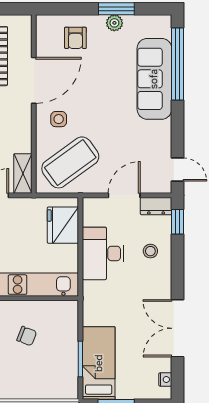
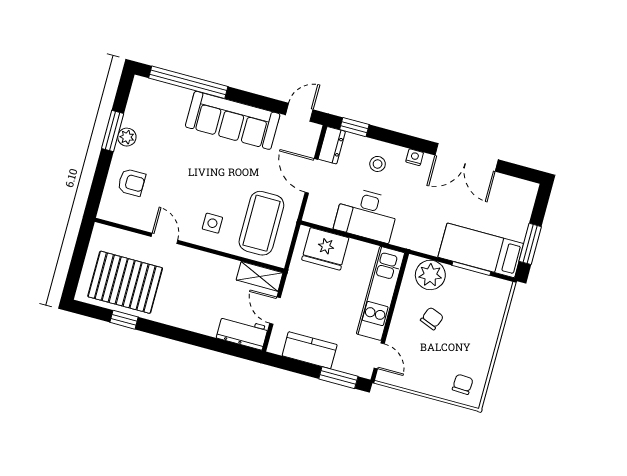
sofa: (154, 79) -> (233, 120), moved
door: (34, 80) -> (165, 238), width x0.53
coffee table: (70, 162) -> (261, 223), turned 36
plant: (65, 324) -> (430, 275), added
nightstand: (165, 379) -> (415, 157), moved

